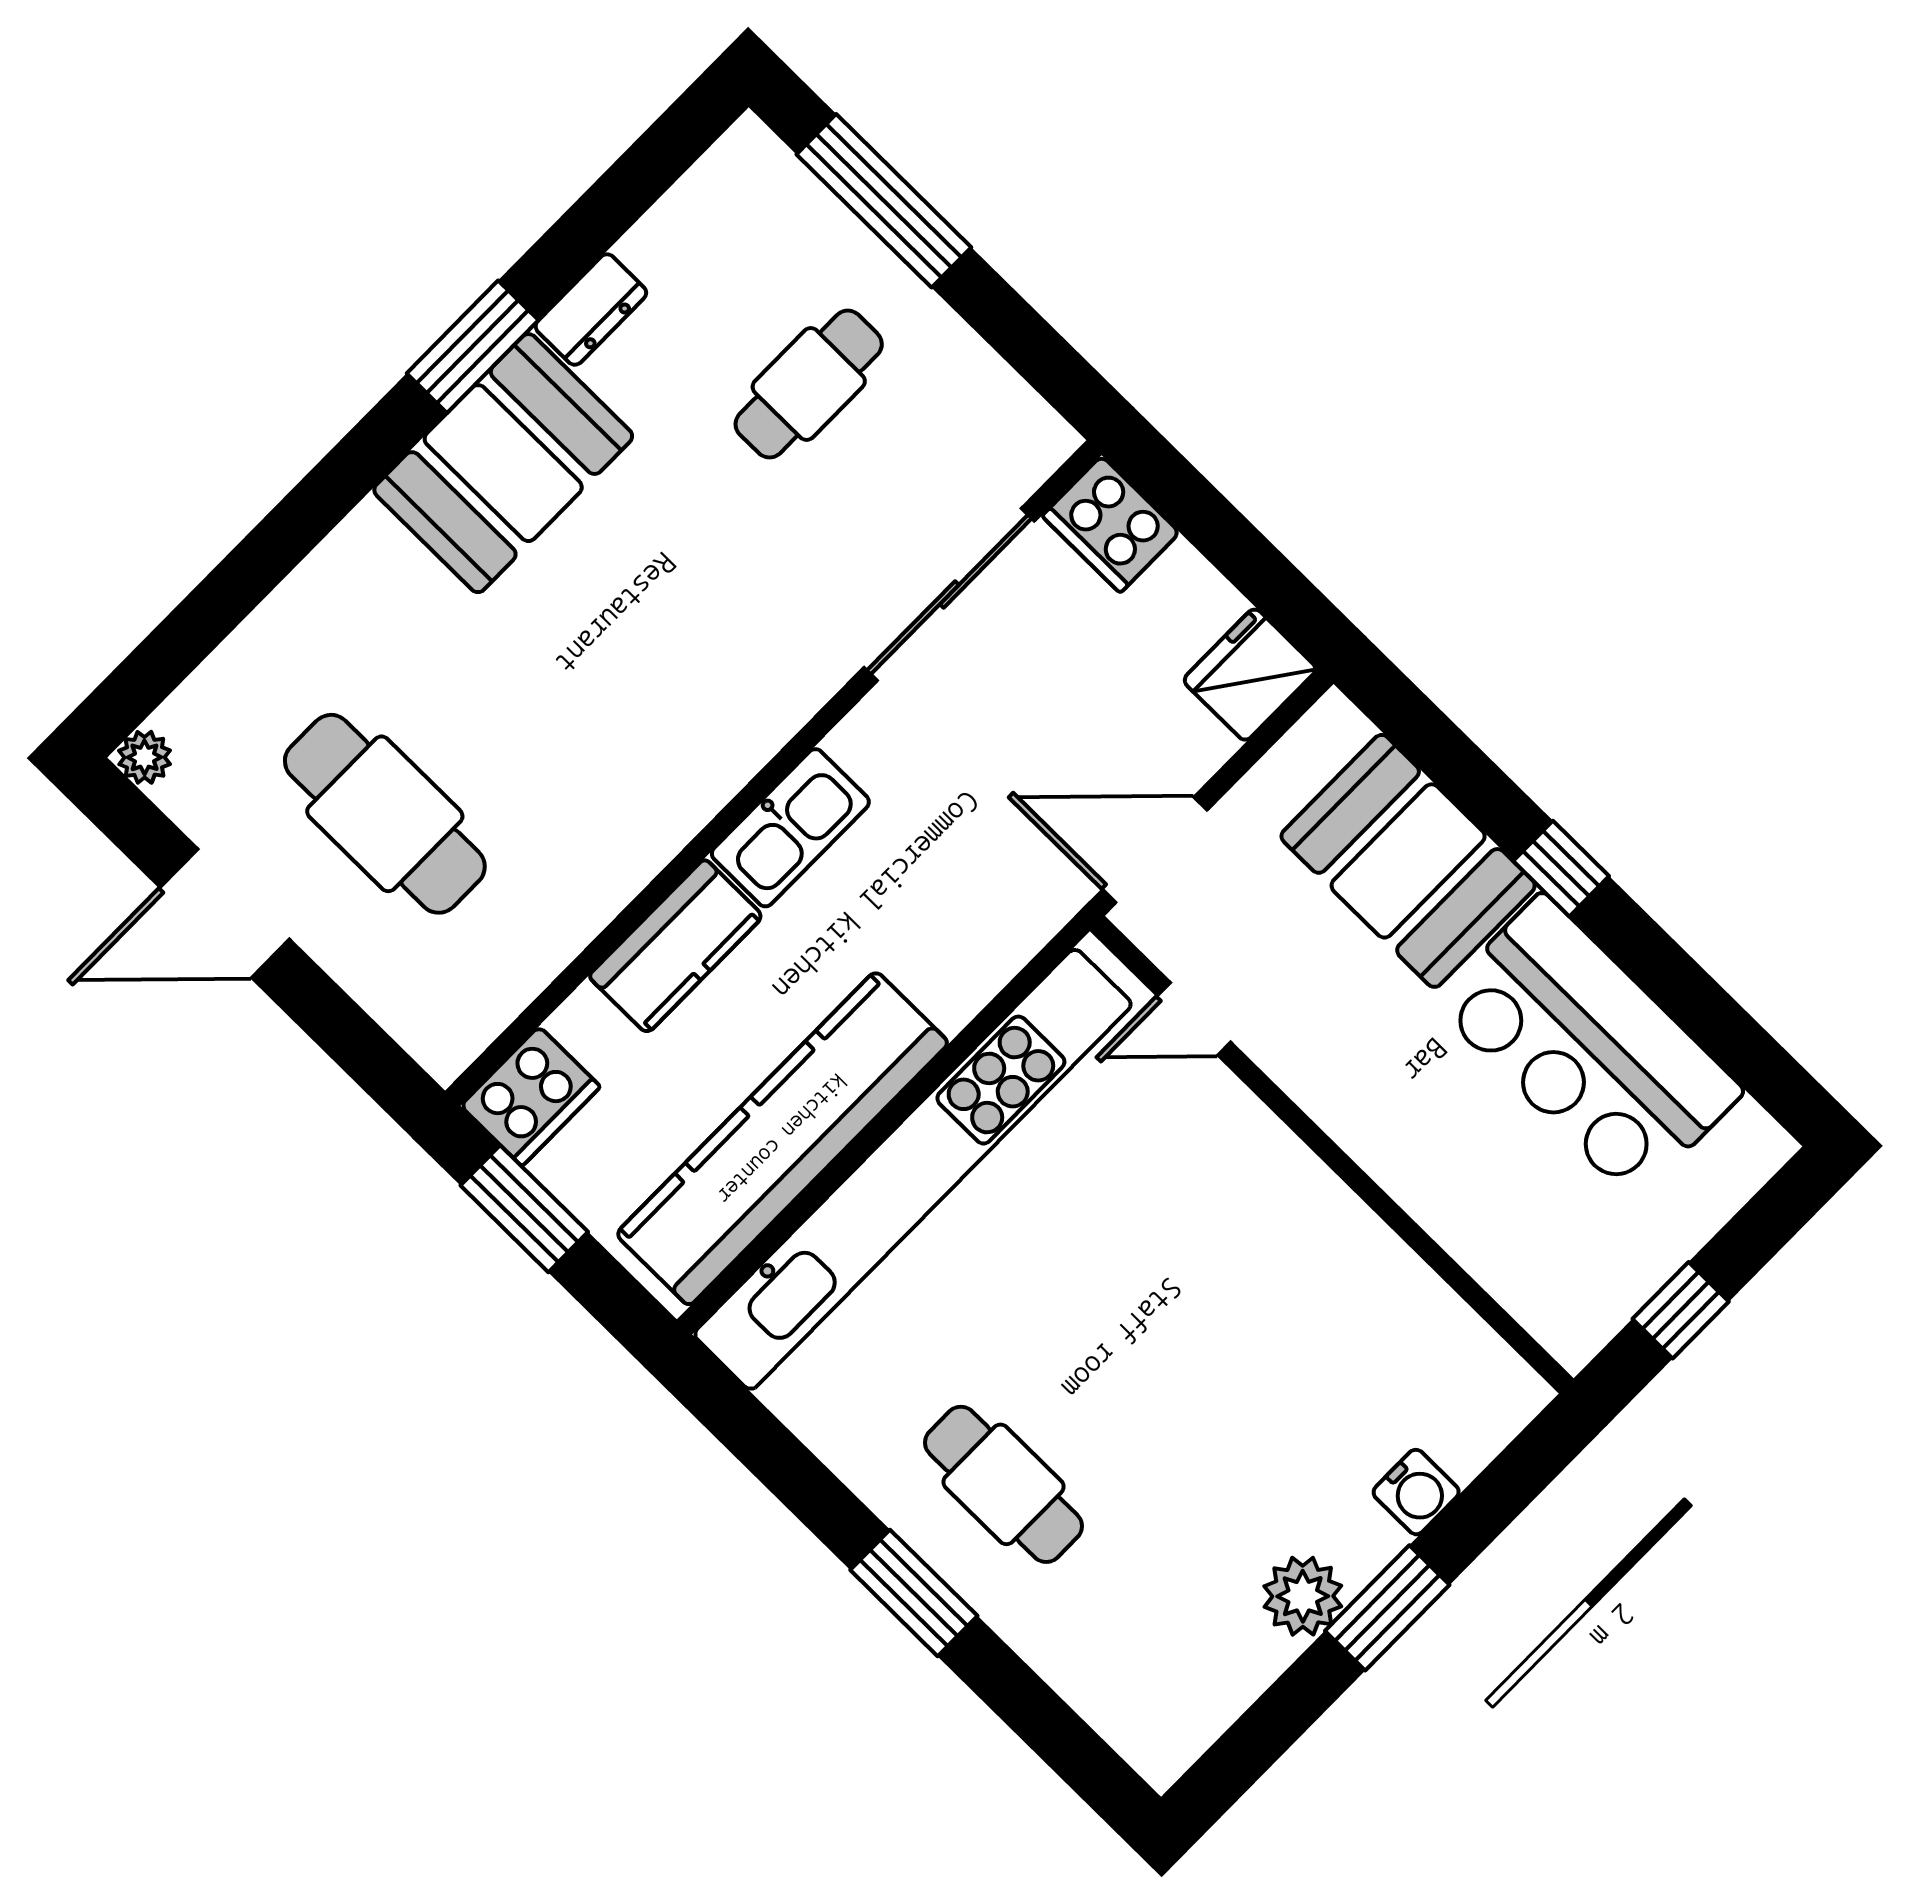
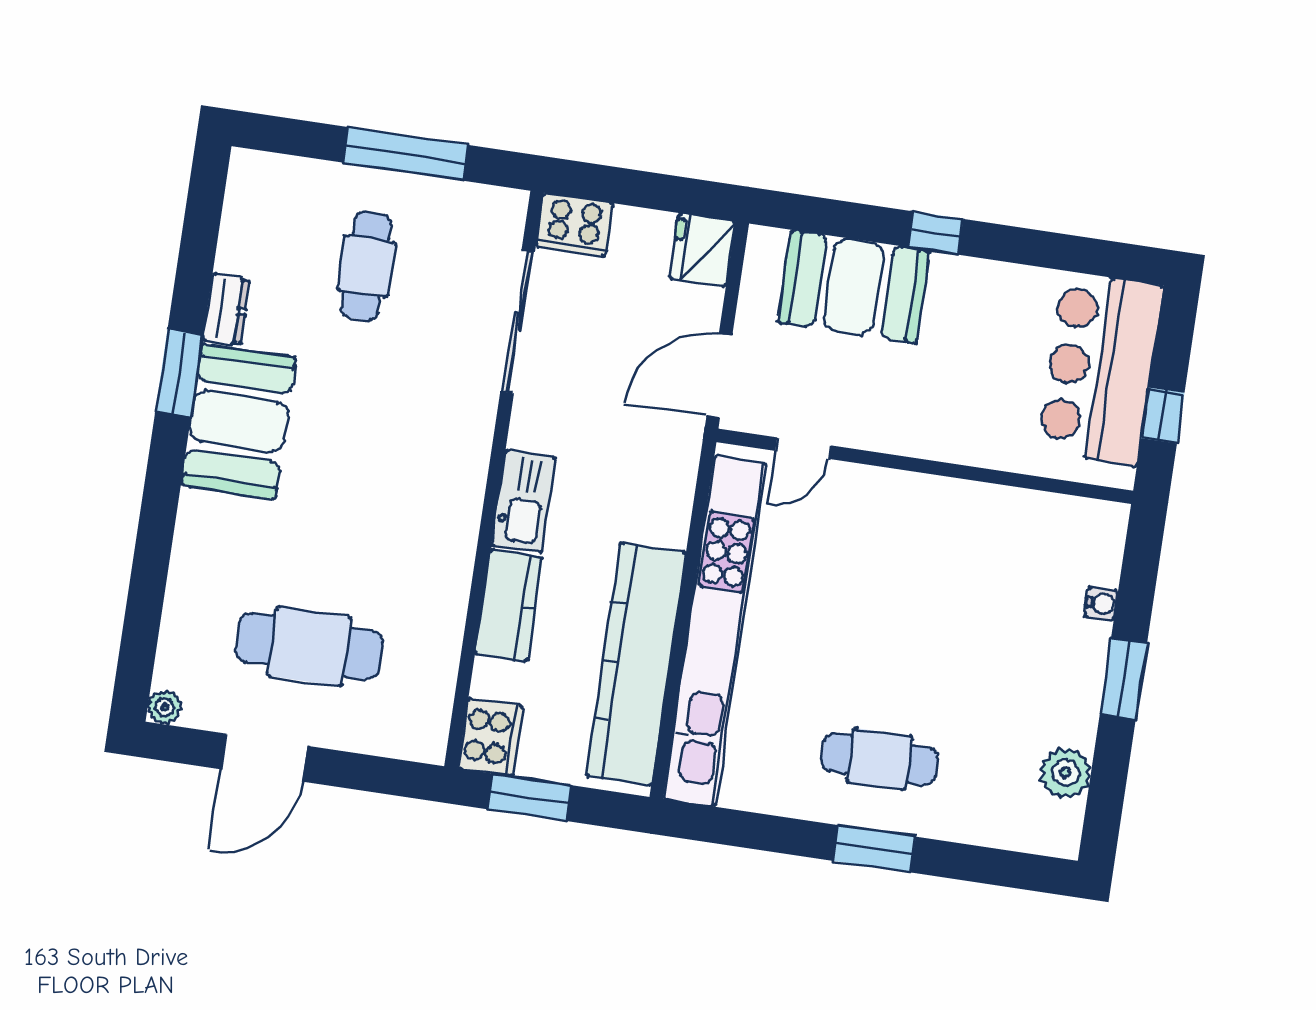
window: (884, 201) -> (405, 154), moved
bar counter: (1588, 1047) -> (1100, 368), moved, turned 90
water cooler: (1416, 1492) -> (1101, 604), width x0.72, depth x0.72
plant: (1303, 1596) -> (1065, 773), moved

